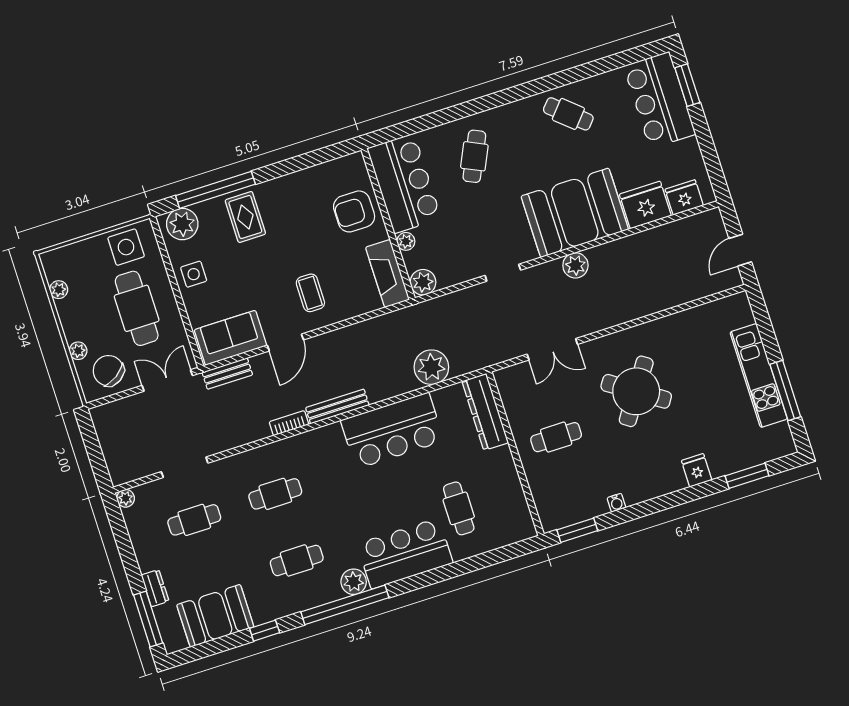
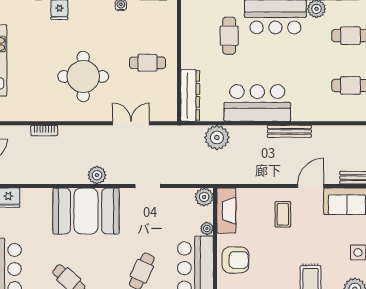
fridge: (645, 205) -> (36, 201), removed
round table: (636, 391) -> (83, 76), turned -34
bookcase: (289, 423) -> (44, 131), moved

